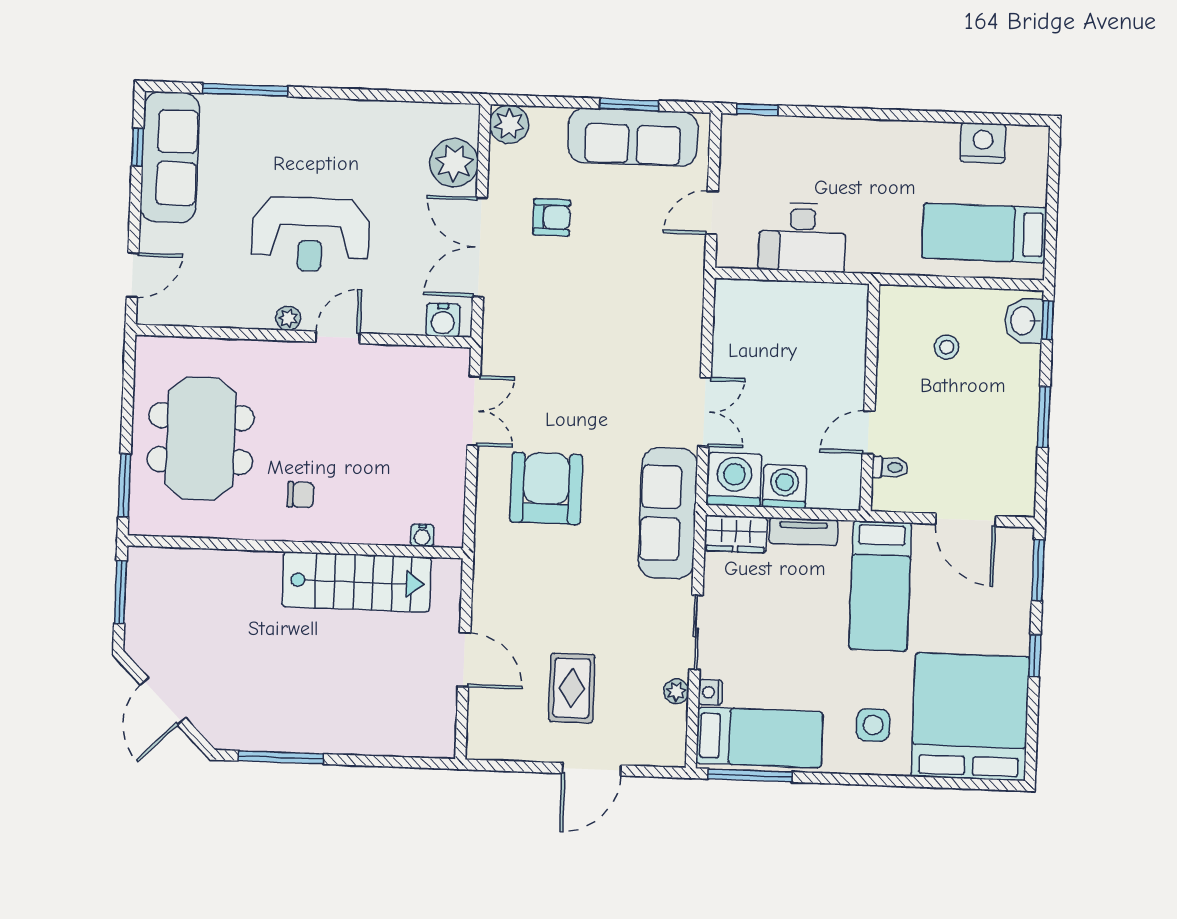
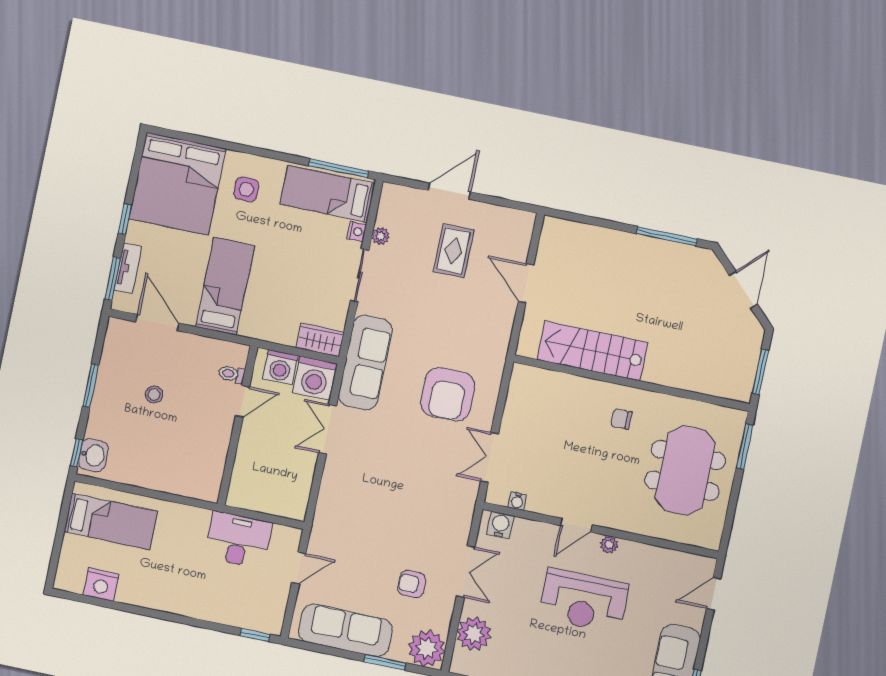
window: (629, 105) -> (385, 662), moved
plant: (509, 124) -> (427, 648), width x1.36, depth x1.36
reception desk: (310, 235) -> (583, 601), turned 180
double door: (480, 247) -> (466, 572), width x0.73
stool: (947, 347) -> (154, 394), moved
wall: (870, 397) -> (237, 425), moved
door: (869, 432) -> (242, 401), moved
toilet: (890, 467) -> (232, 374), moved
tv unit: (803, 532) -> (128, 268), moved, turned 90
water cooler: (422, 536) -> (517, 501), moved, turned 180

